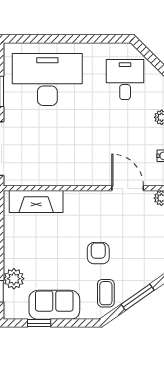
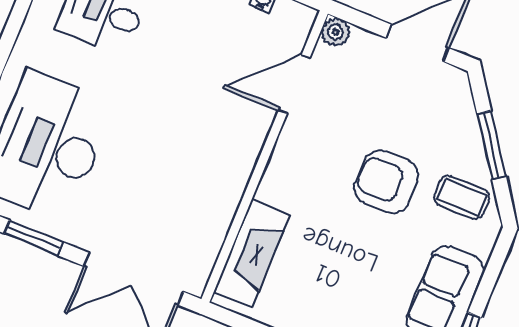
armchair: (98, 253) -> (386, 182), width x1.38, depth x1.38

